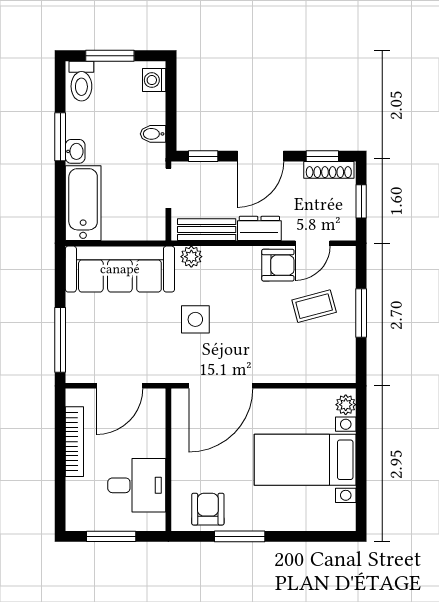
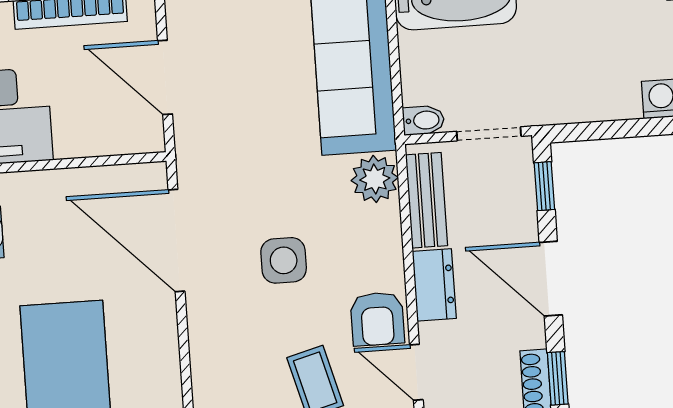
bidet: (153, 134) -> (423, 120), moved, turned 90
plant: (191, 257) -> (375, 179), width x1.38, depth x1.38
side table: (195, 319) -> (284, 260), moved

